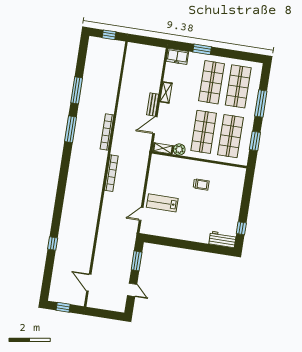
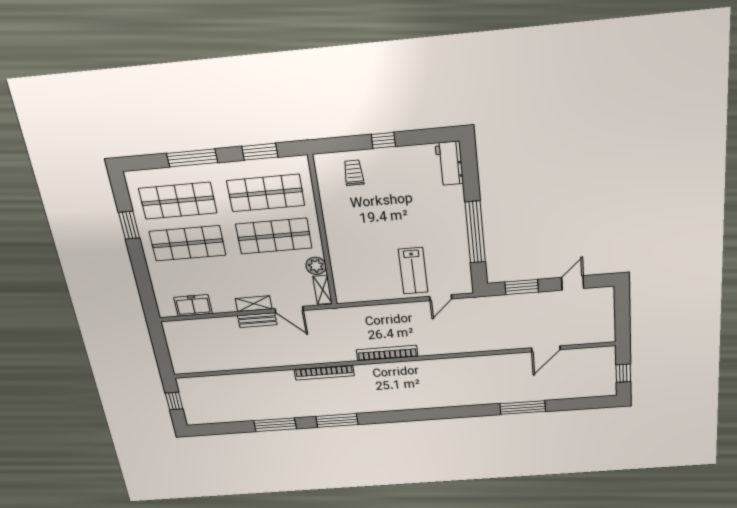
window: (202, 49) -> (129, 225), moved
freezer: (177, 56) -> (193, 305), moved, turned -90
shelving: (166, 92) -> (254, 304), moved
trolley: (201, 184) -> (354, 173), moved
door: (141, 214) -> (441, 298), hinge flipped
window: (241, 228) -> (383, 140), moved
window: (53, 243) -> (523, 408), width x2.17
window: (178, 243) -> (475, 232), added
door: (89, 283) -> (546, 349), moved

